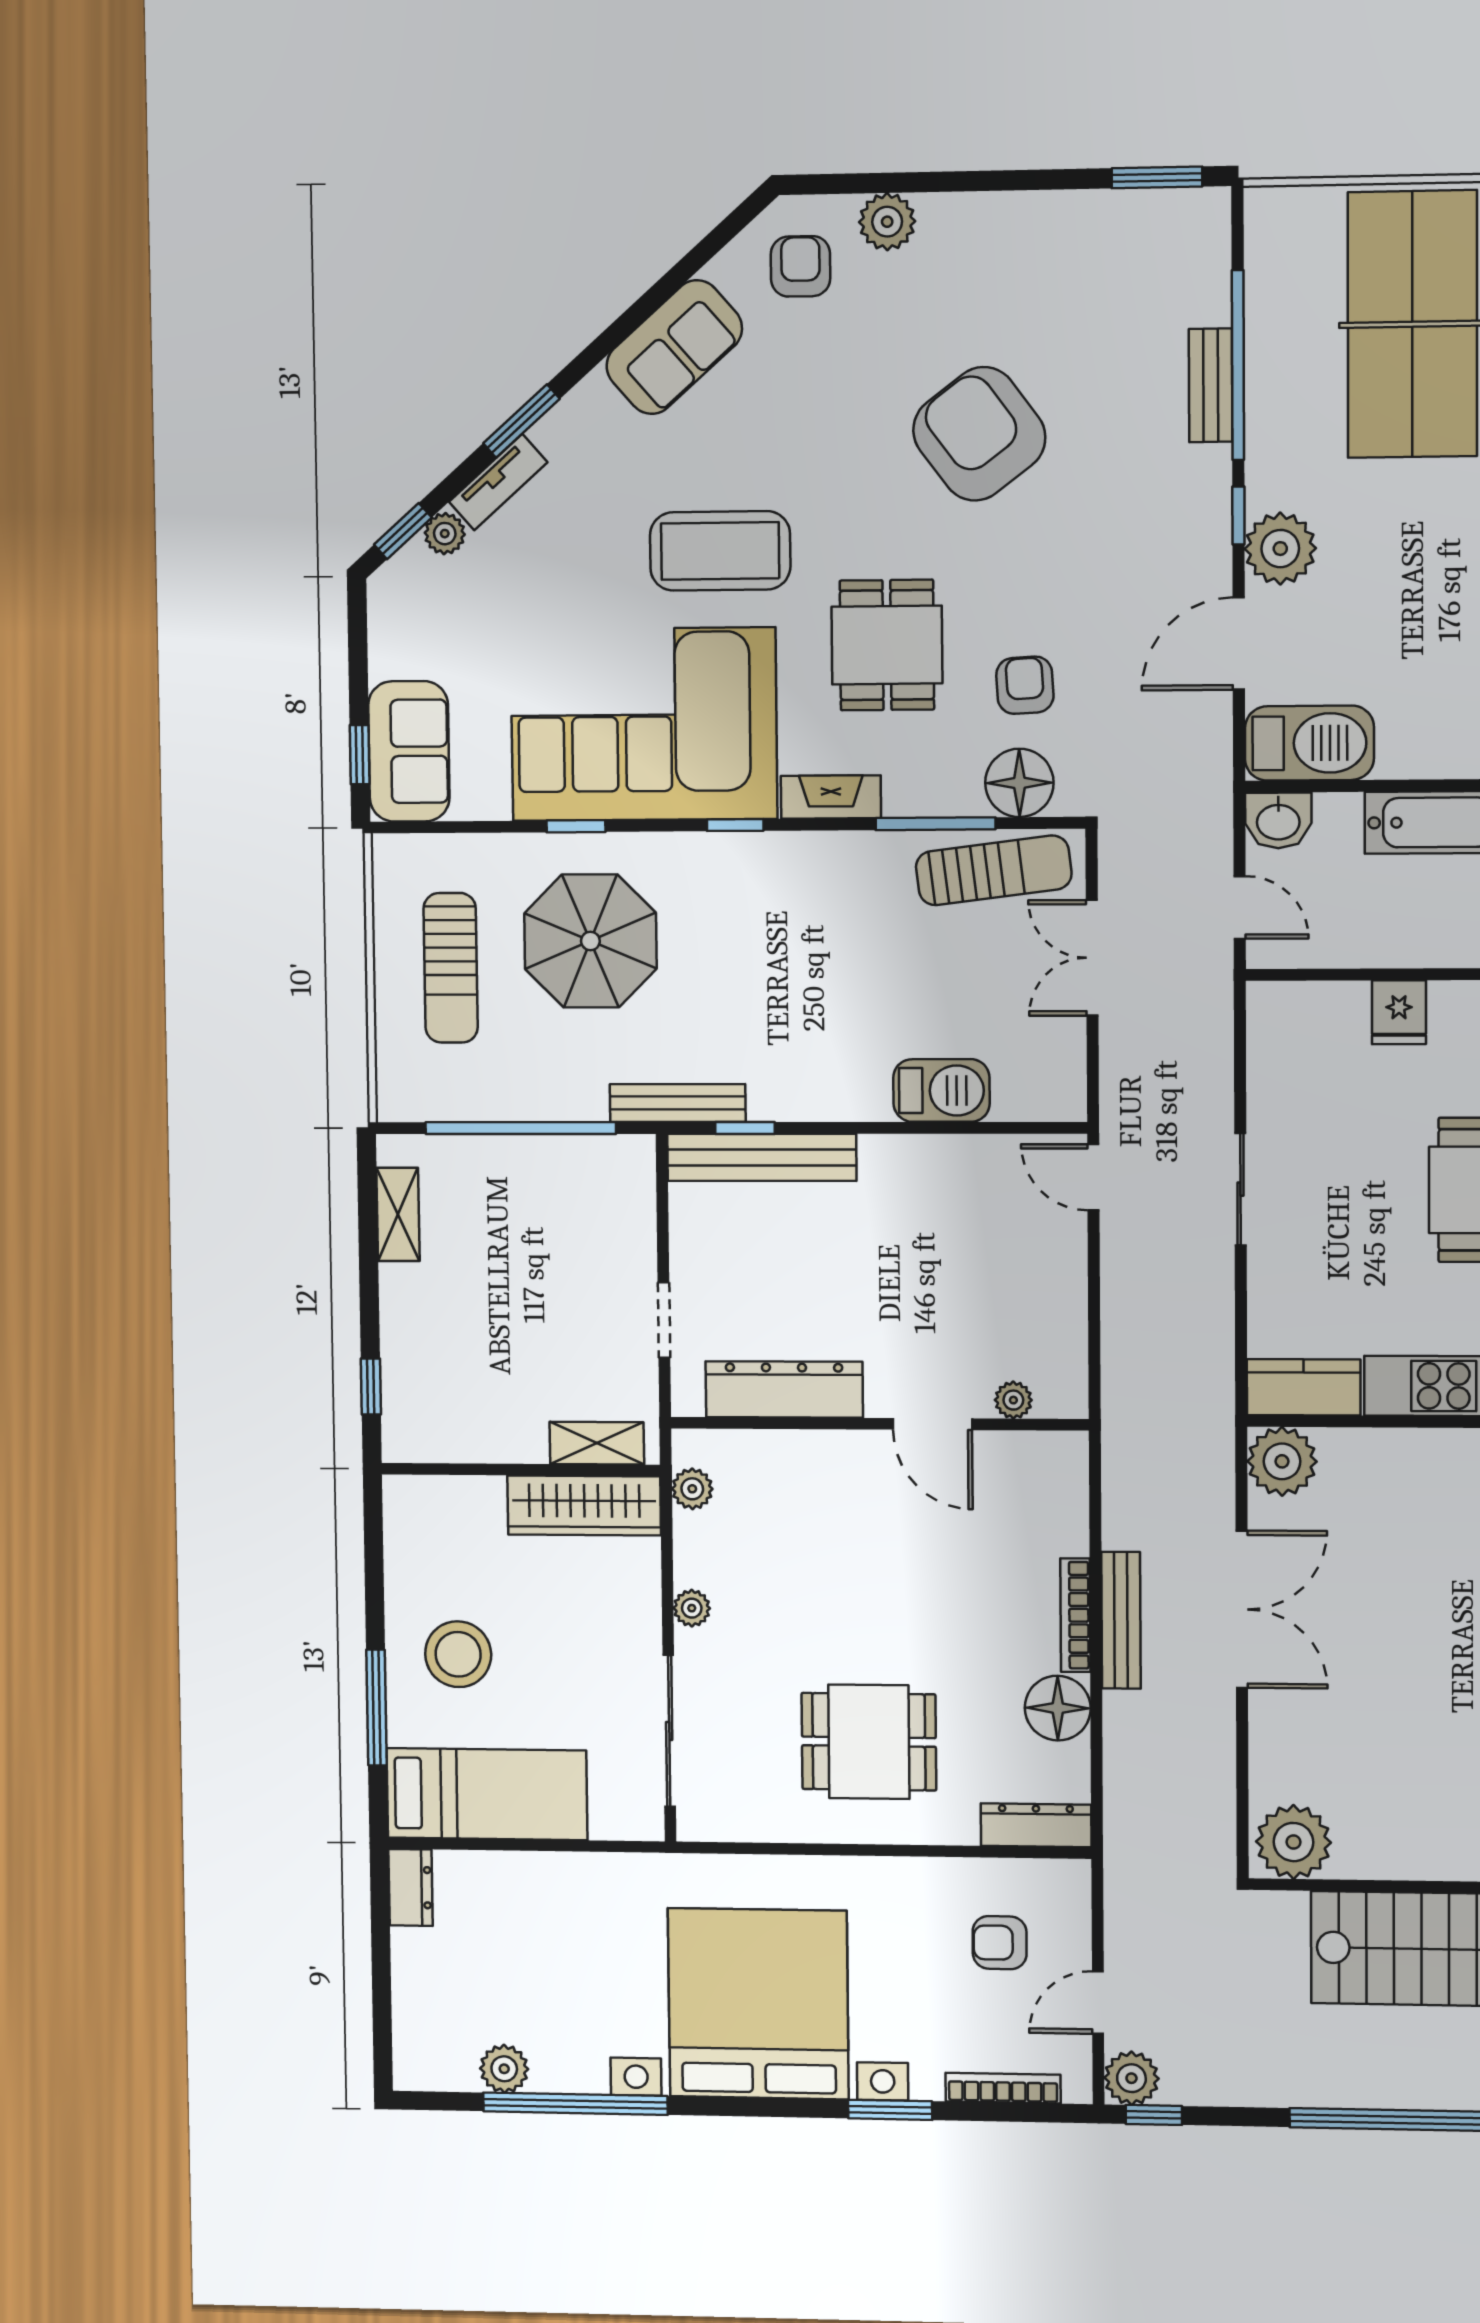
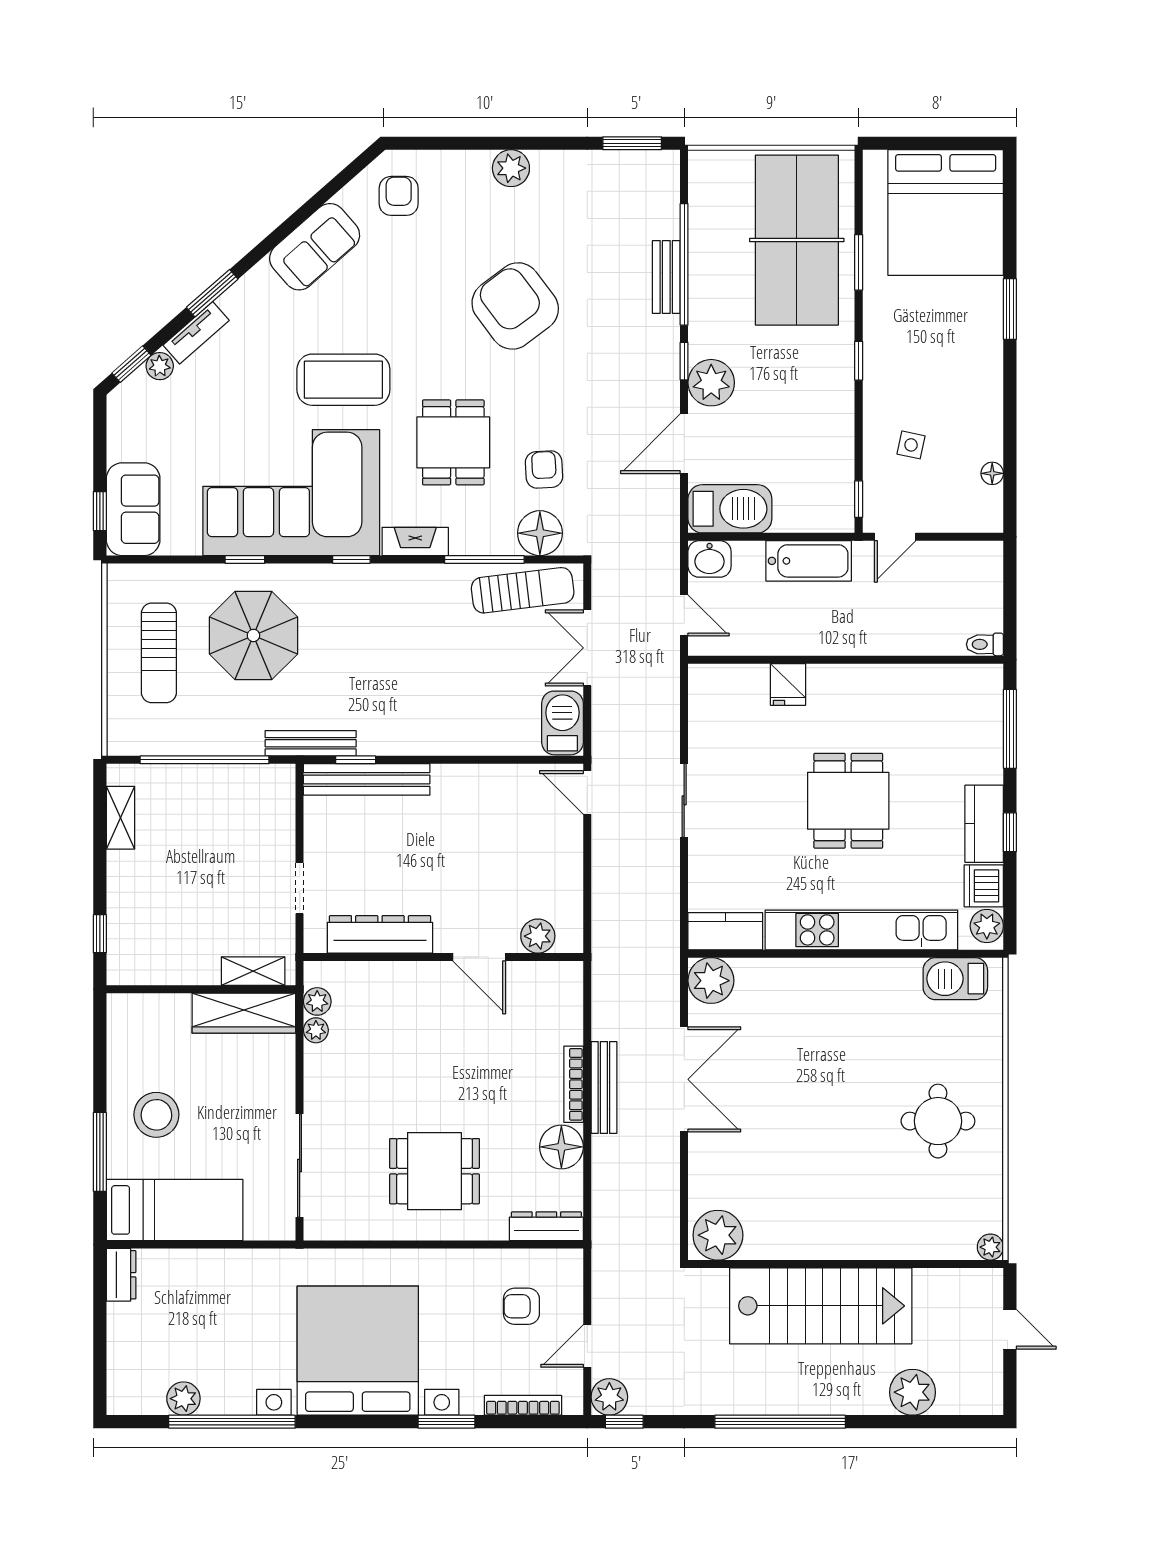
plant: (887, 222) -> (511, 168), moved
barbecue: (941, 1091) -> (562, 723), moved, turned -90
plant: (1013, 1400) -> (538, 936), width x1.38, depth x1.38
plant: (692, 1608) -> (316, 1030), moved

